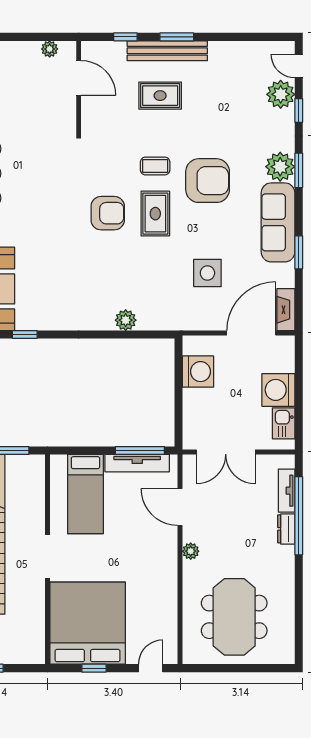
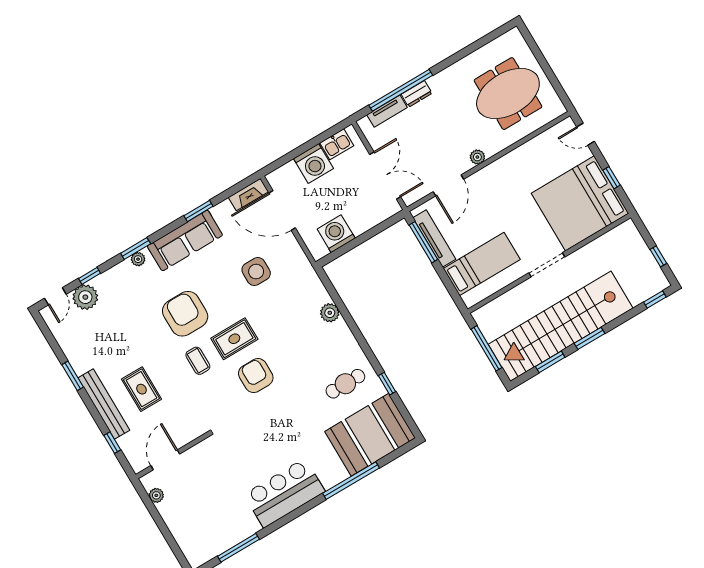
window: (177, 37) -> (73, 376), moved
plant: (280, 167) -> (138, 259), width x0.53, depth x0.53
cafe table: (49, 295) -> (345, 384), added

